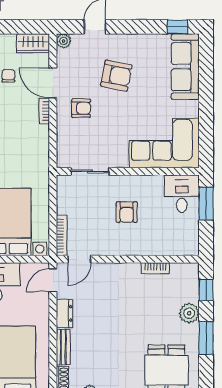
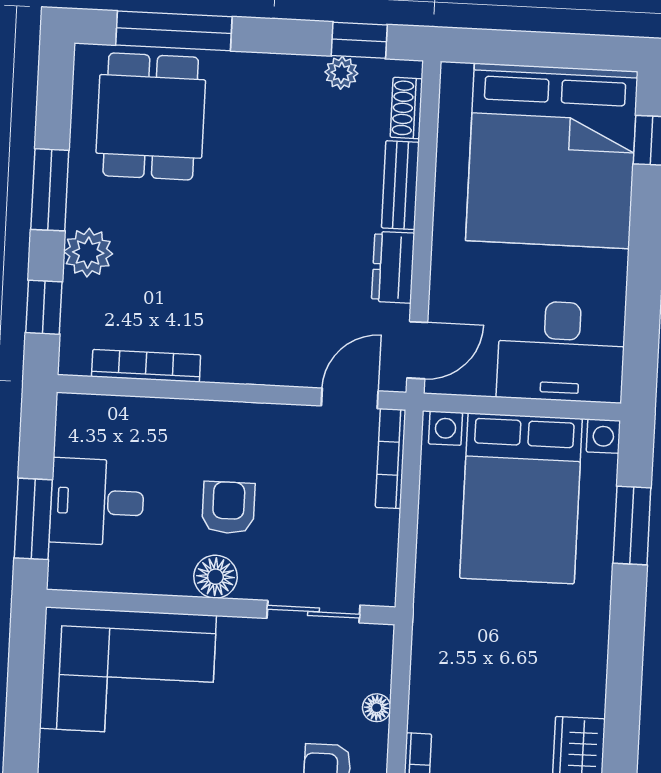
floor lamp: (62, 134) -> (377, 708), added
floor lamp: (131, 184) -> (215, 577), added
desk: (182, 194) -> (97, 502), moved, turned 90
bookcase: (155, 268) -> (146, 366), width x1.56

